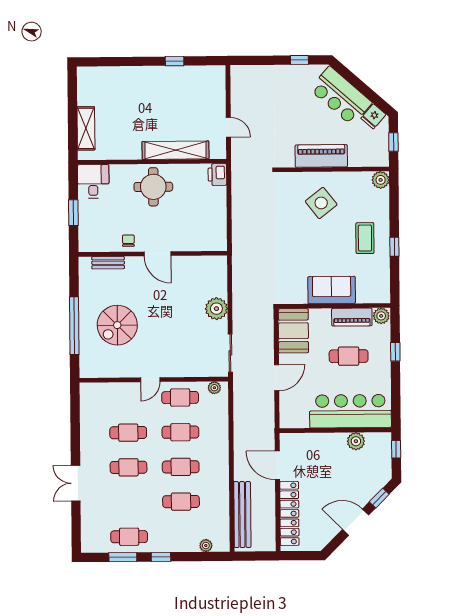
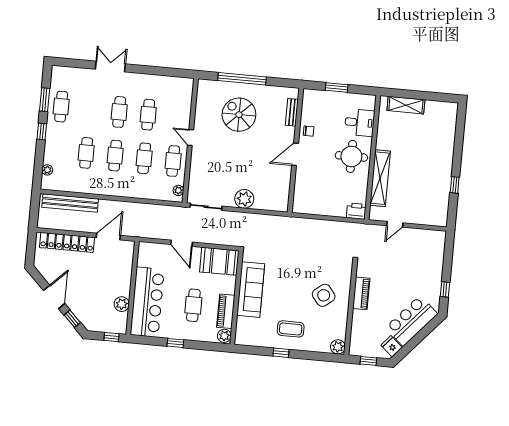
piano: (321, 156) -> (361, 293), width x0.73, depth x0.75
desk: (93, 181) -> (360, 122), moved
sofa: (332, 290) -> (251, 290), width x1.36
window: (395, 352) -> (175, 343), moved

